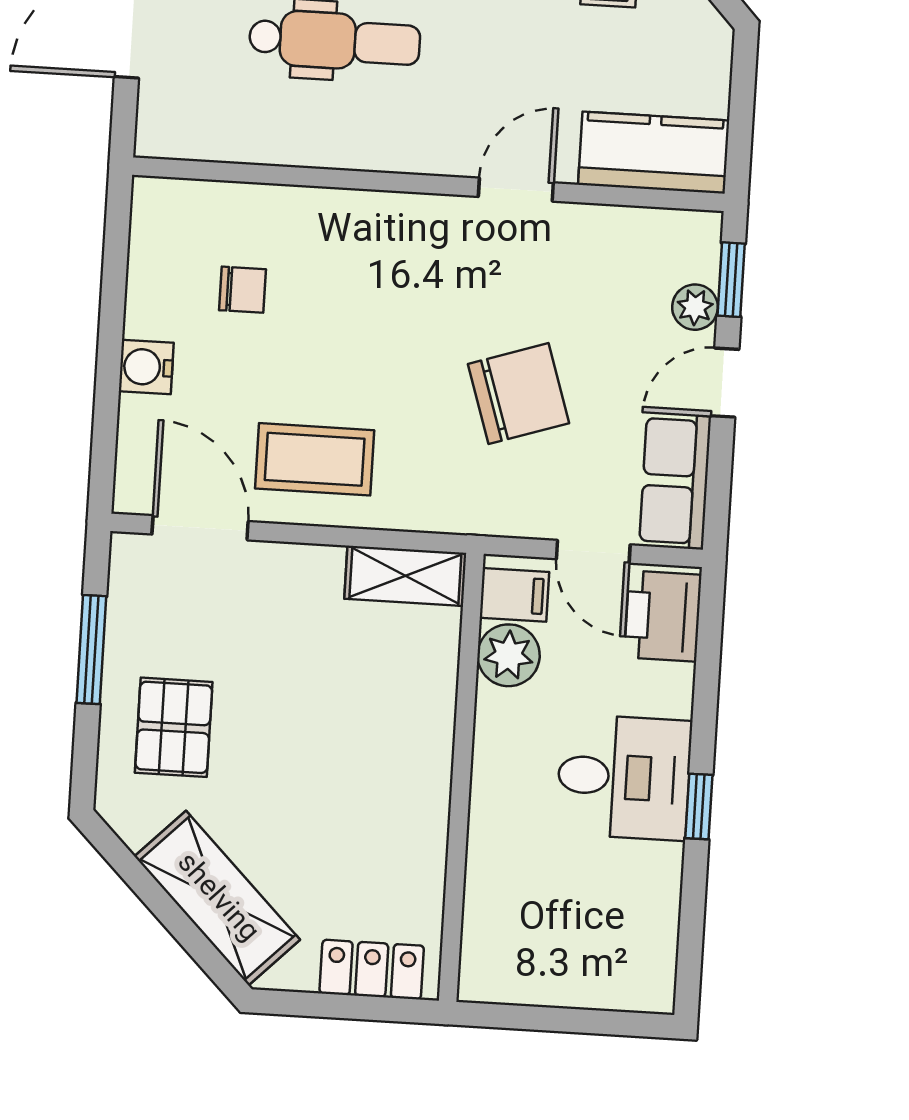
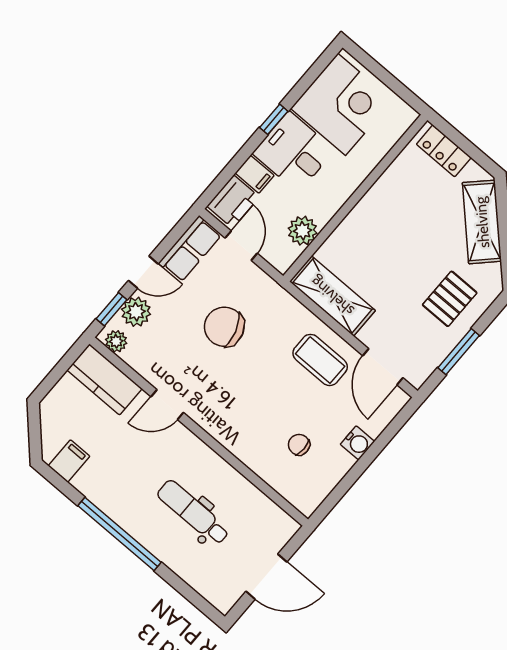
plant: (683, 232) -> (116, 341), added
plant: (695, 307) -> (136, 312), width x1.38, depth x1.38
shelving: (405, 576) -> (332, 296), width x1.50, depth x1.33
filing cabinet: (514, 595) -> (255, 174), moved, turned 180
corner desk: (603, 918) -> (342, 104), added

